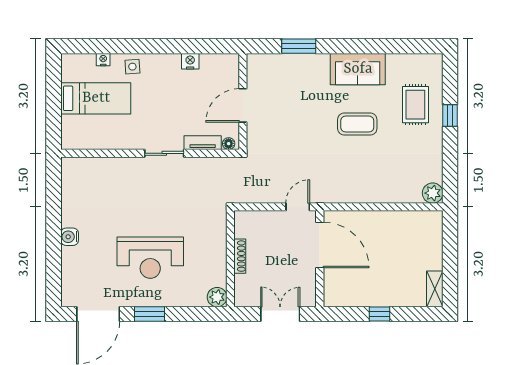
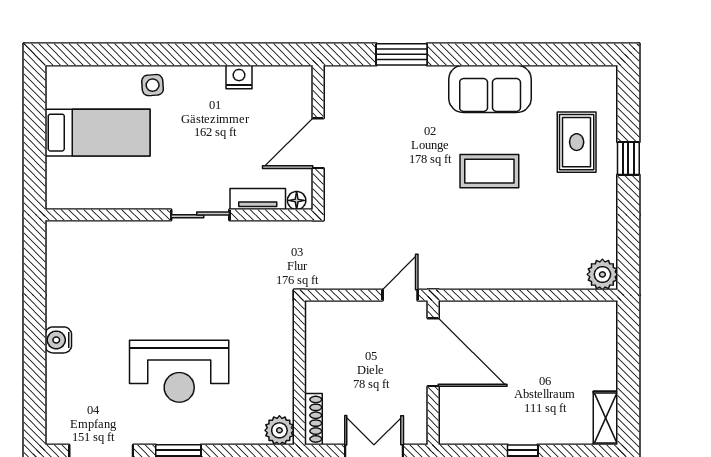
nightstand: (103, 60) -> (109, 75), removed
shoe rack: (240, 256) -> (313, 419), moved

